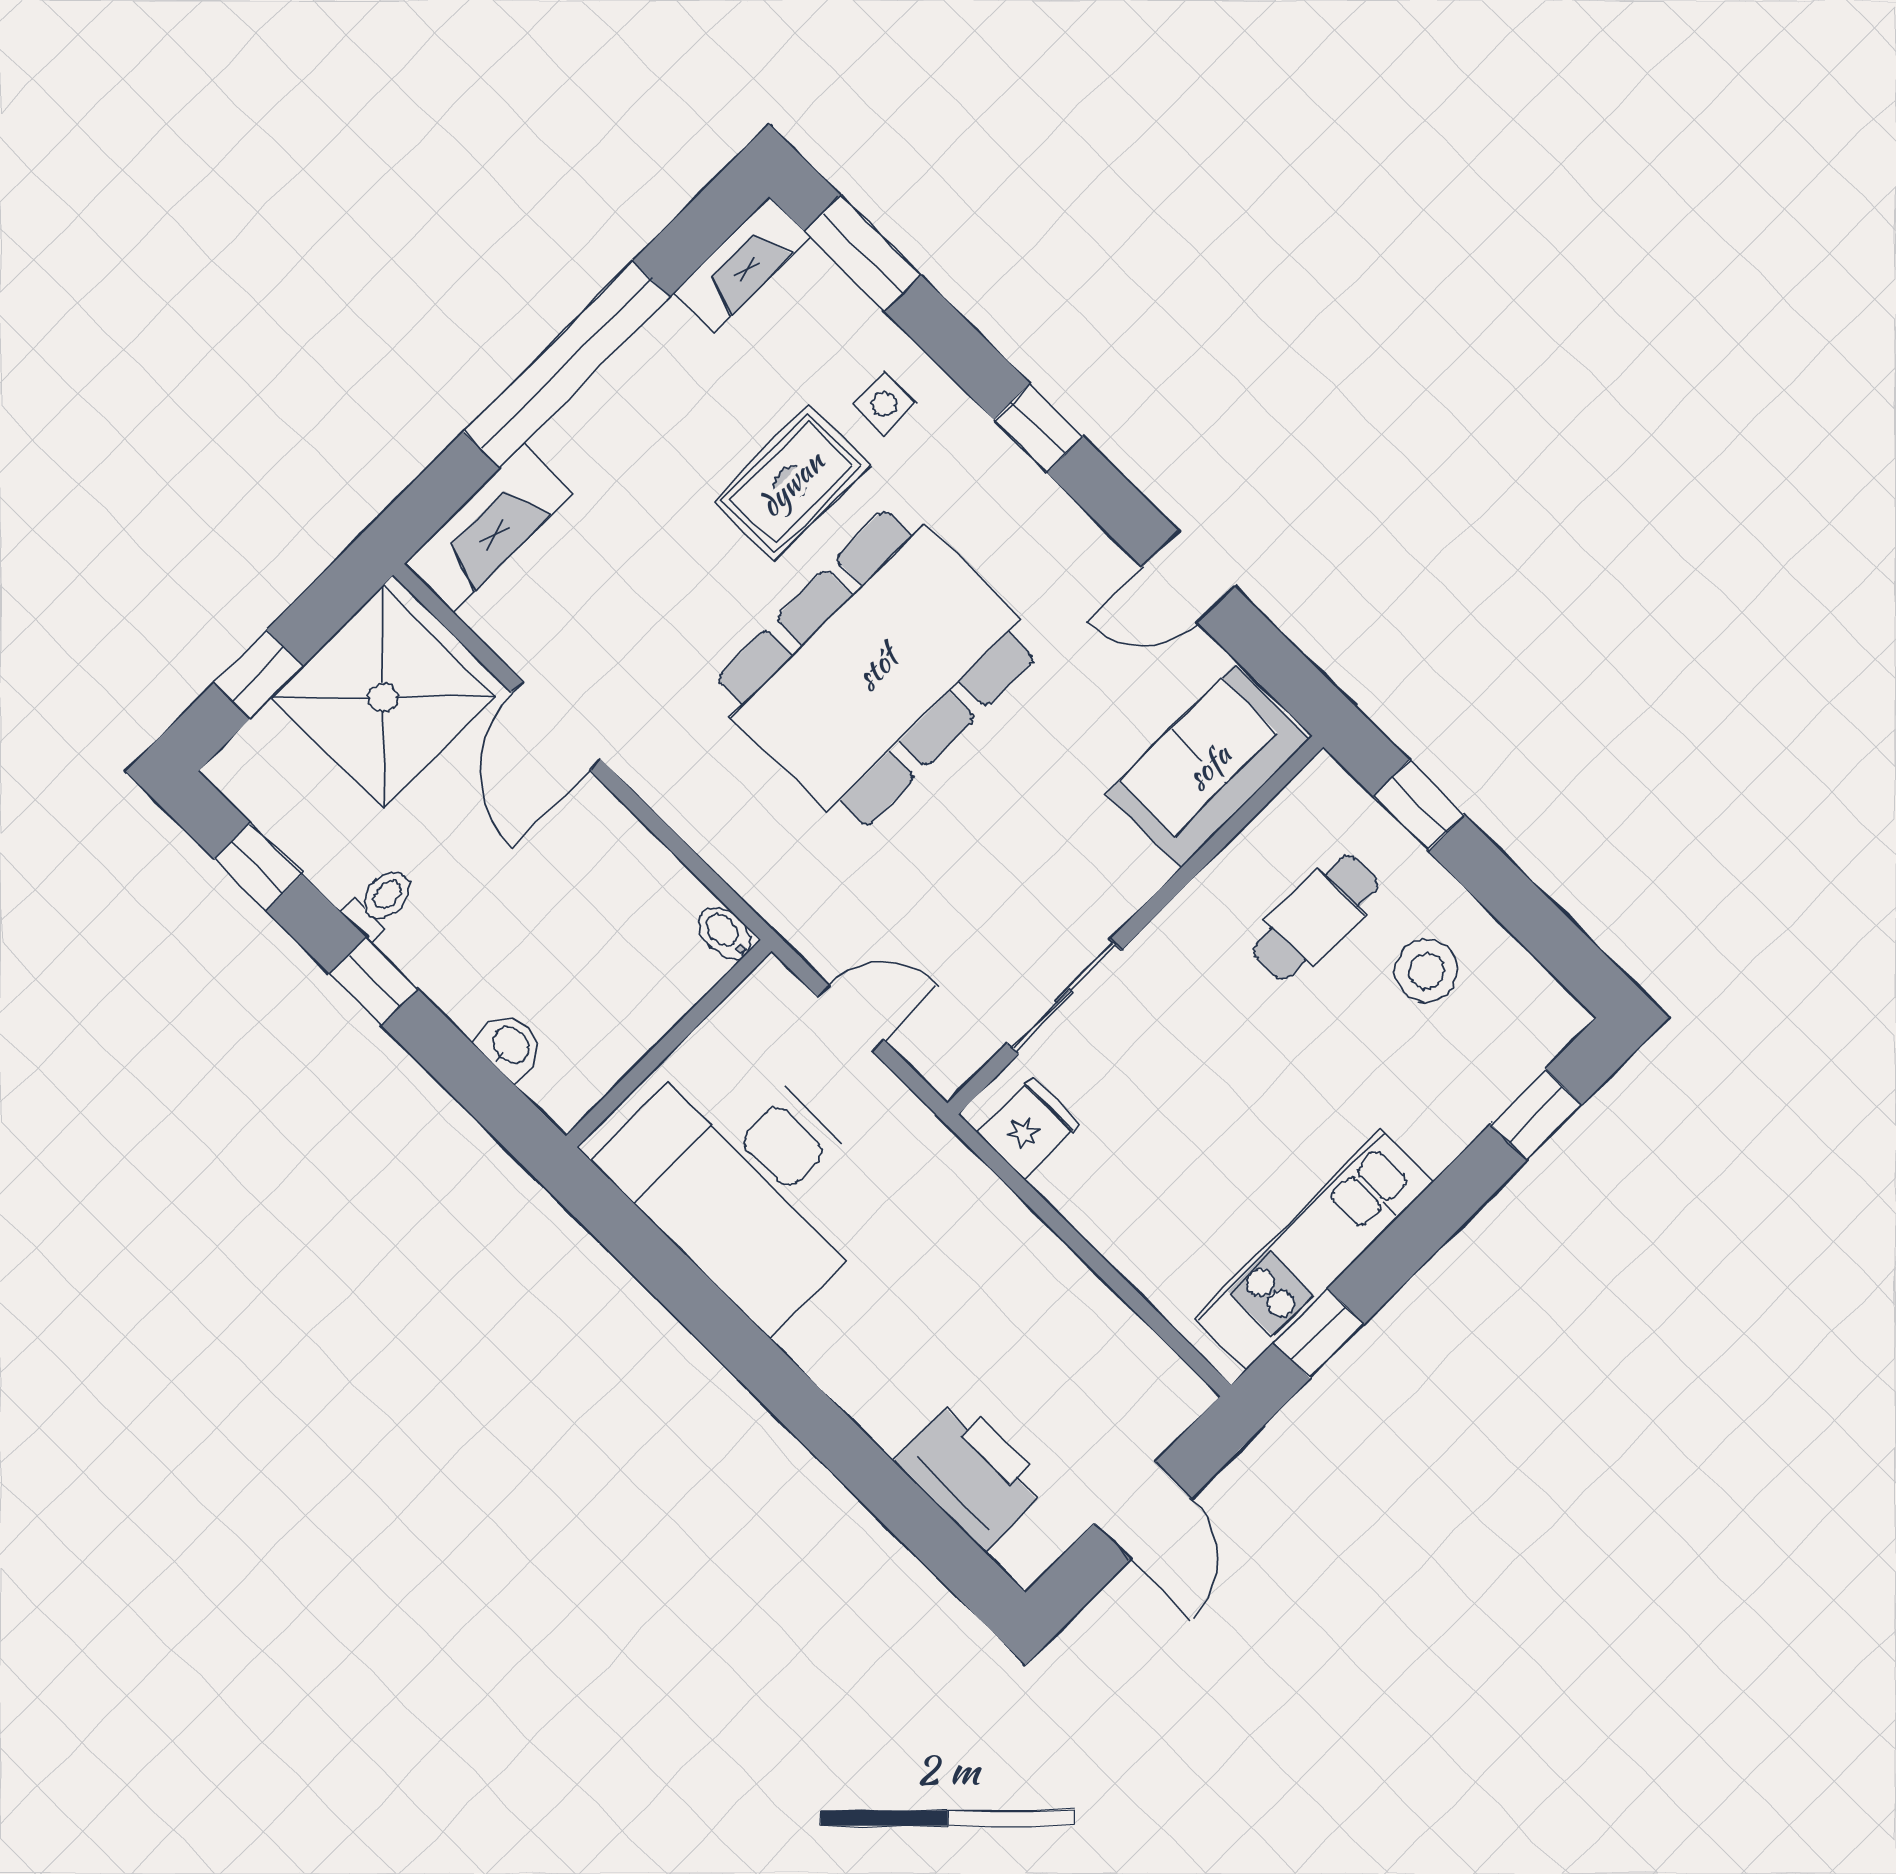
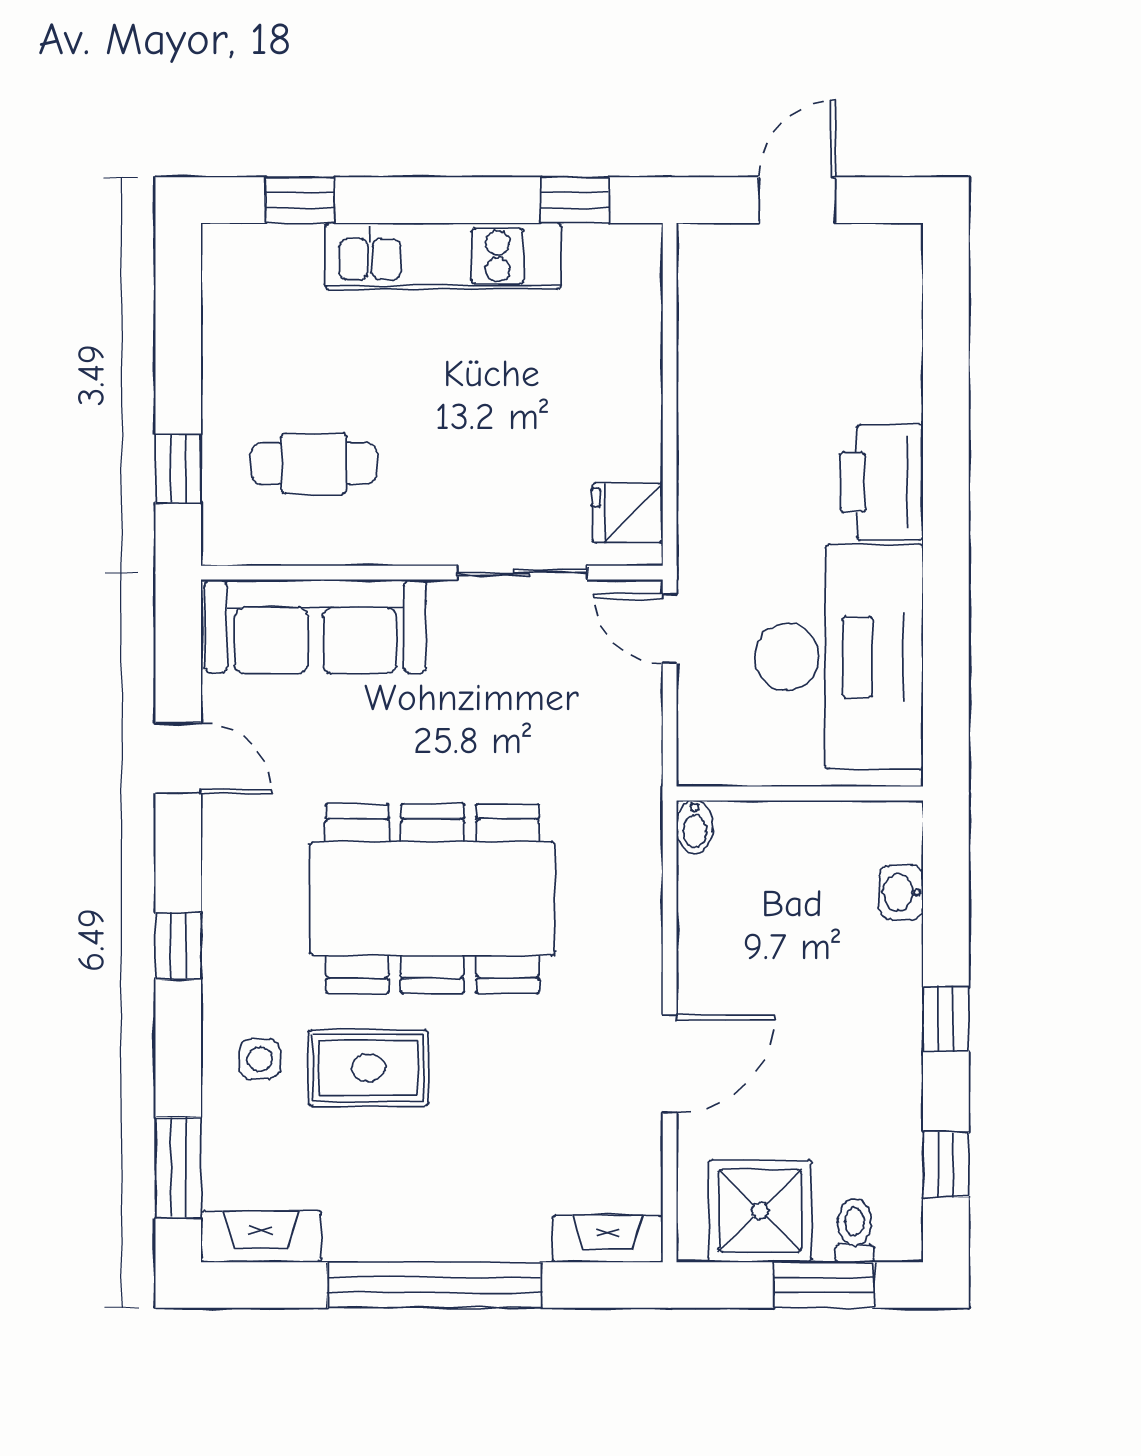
fireplace: (488, 528) -> (608, 1239), width x0.73, depth x0.76
window: (259, 674) -> (824, 1285), width x1.50
shower: (383, 697) -> (760, 1211), width x0.73, depth x0.73
sofa: (1208, 766) -> (315, 626), width x1.36
toilet: (380, 902) -> (855, 1230), moved, turned 90
stool: (1426, 971) -> (278, 360), removed
door: (850, 1018) -> (670, 628), moved
kitchen unit: (1314, 1250) -> (443, 256), moved
printer: (972, 1474) -> (882, 482), moved

